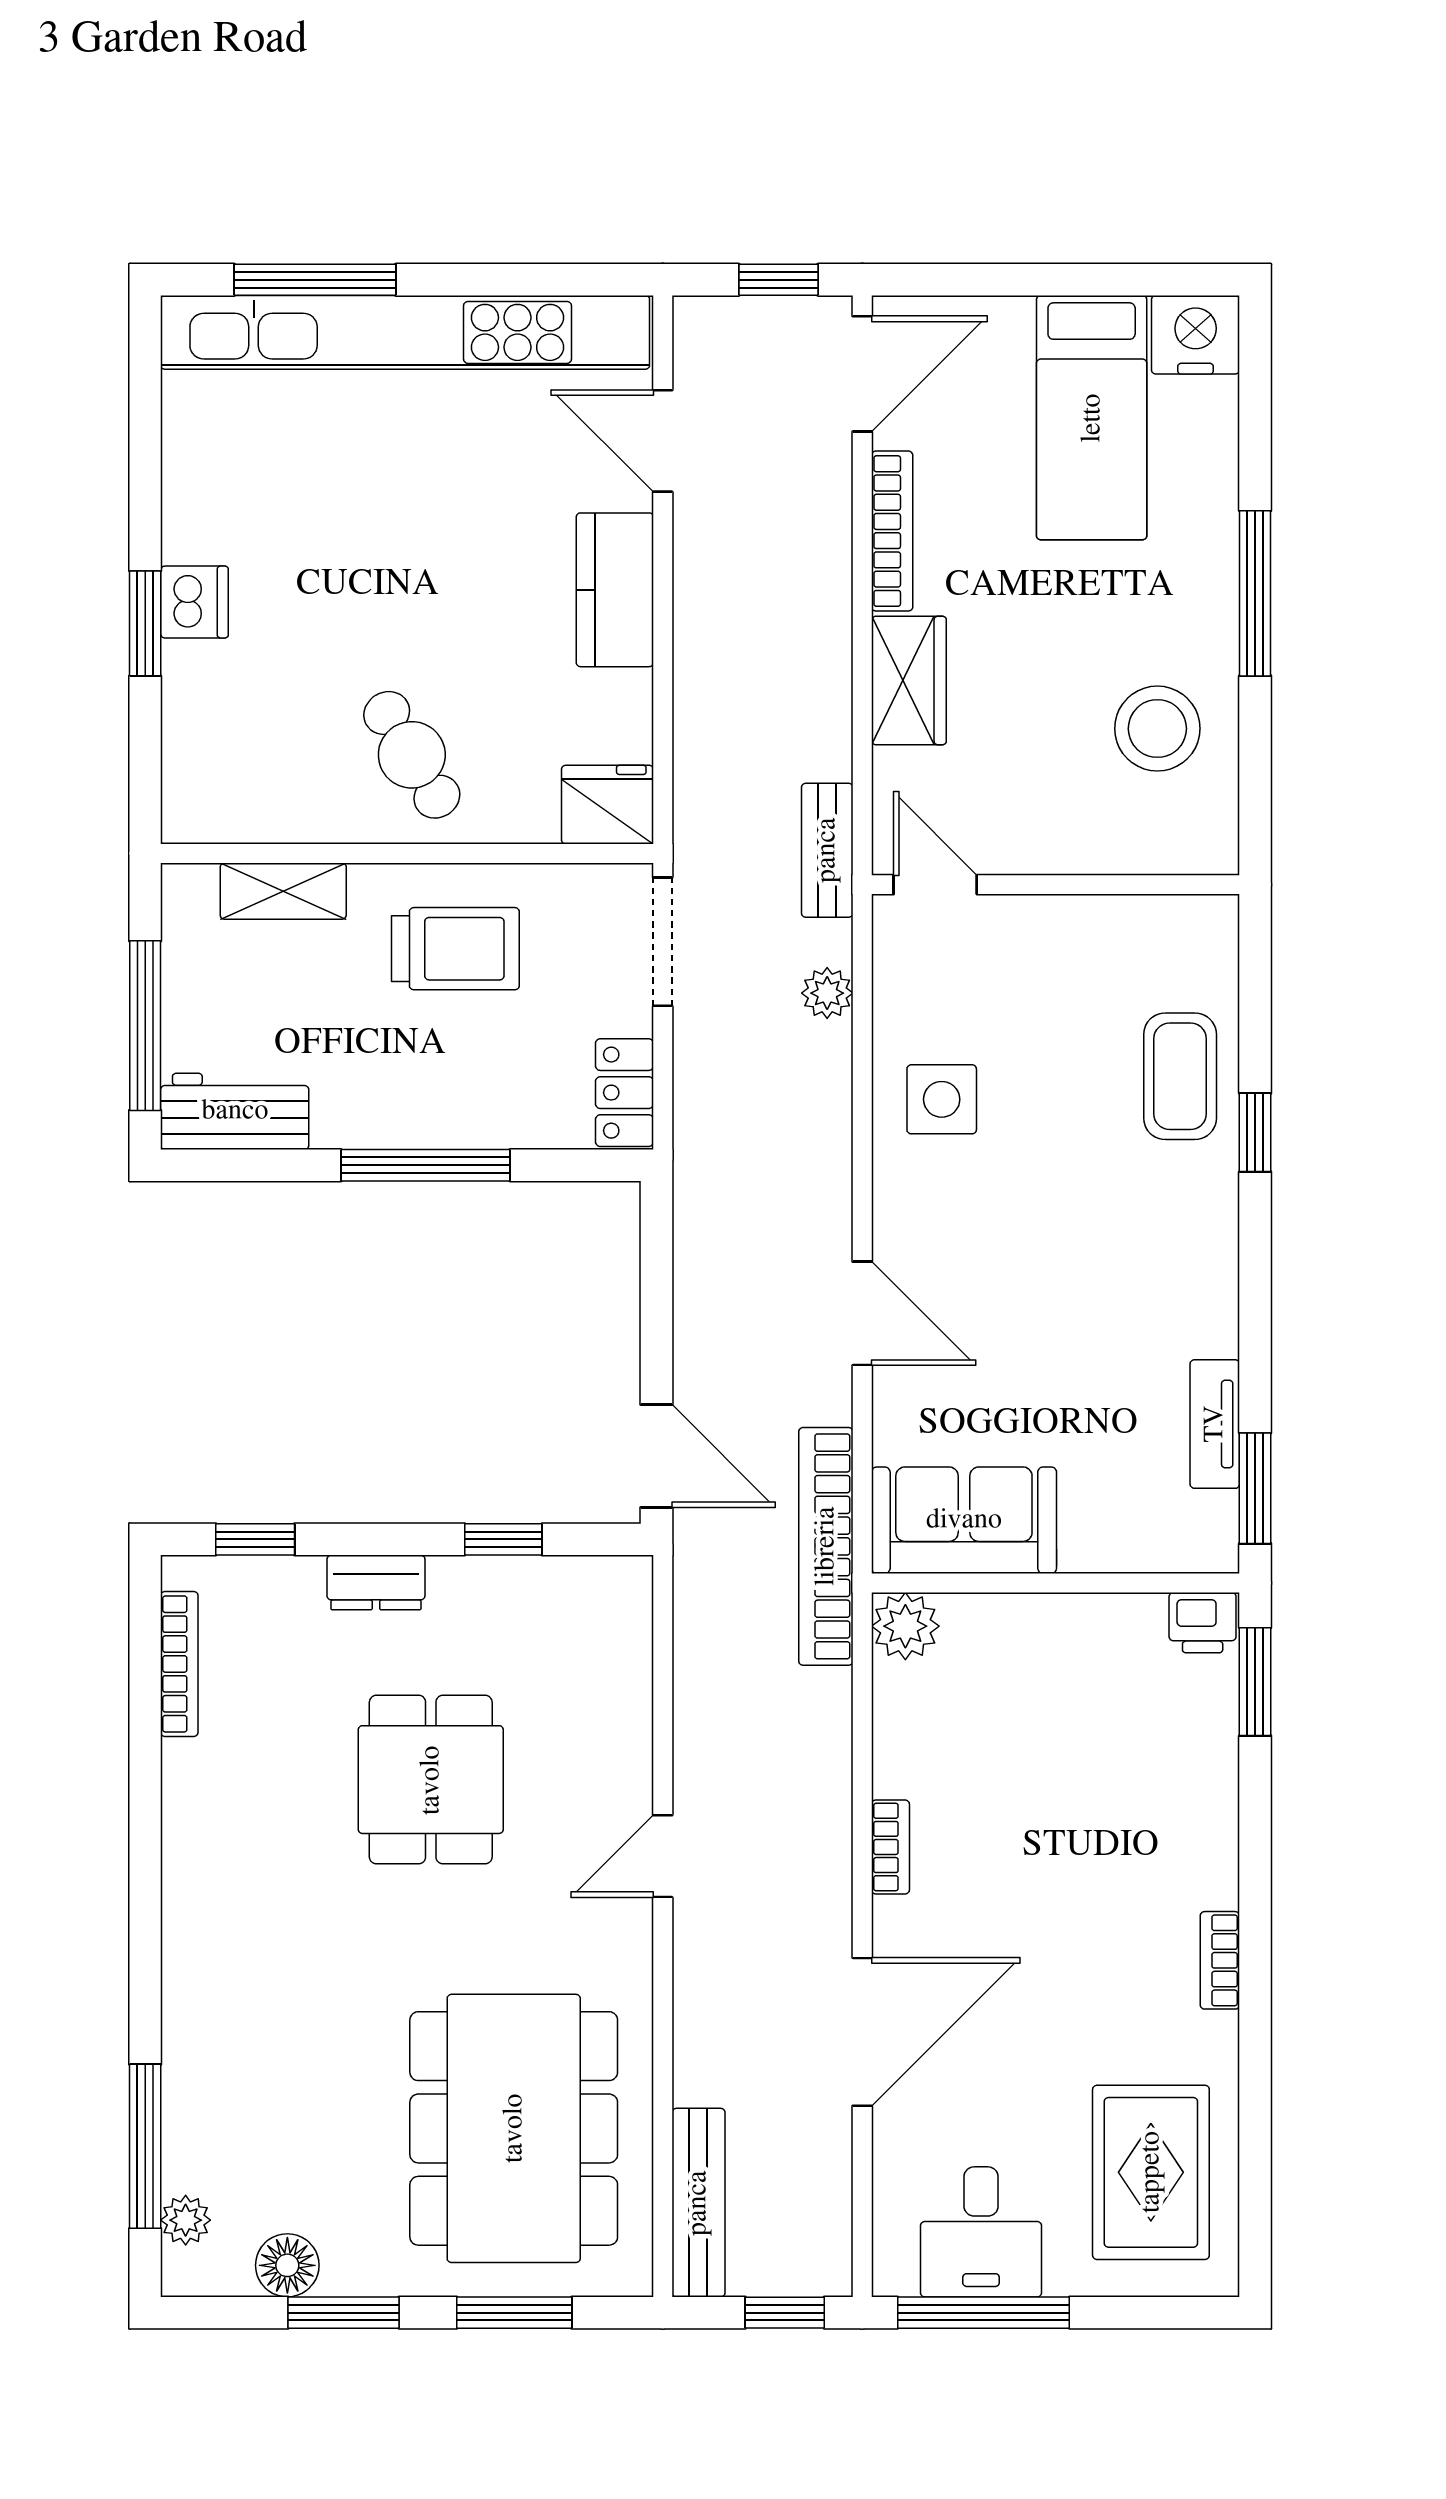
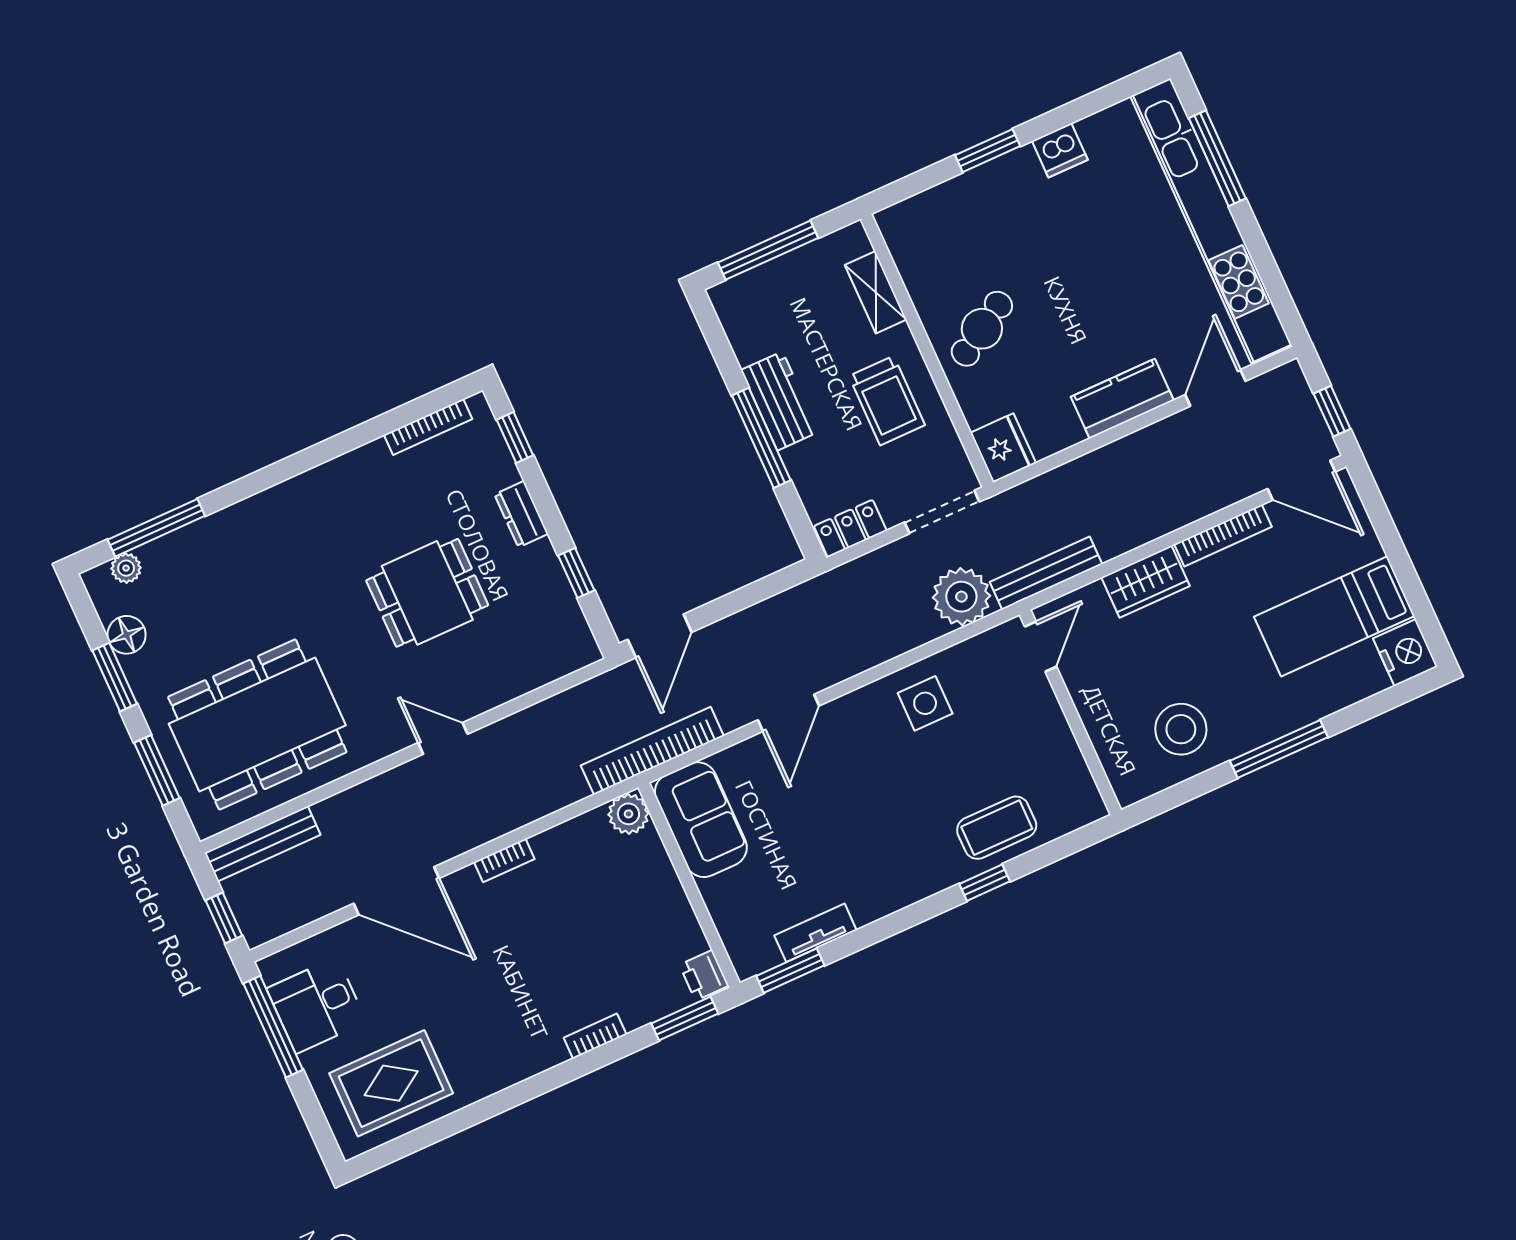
dishwasher: (194, 602) -> (1060, 150), moved
bench: (827, 850) -> (1046, 573), width x1.36
plant: (827, 993) -> (961, 597), width x1.88, depth x1.88
workbench: (235, 1111) -> (780, 401), moved
bookcase: (1220, 1960) -> (595, 1036), moved

